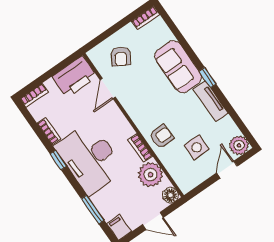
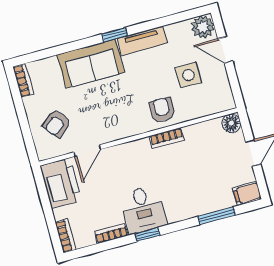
armchair: (121, 56) -> (57, 123), turned 109
door: (108, 88) -> (87, 151), hinge flipped
desk: (90, 159) -> (143, 209), width x0.53, depth x0.77
plant: (151, 175) -> (200, 137), removed

